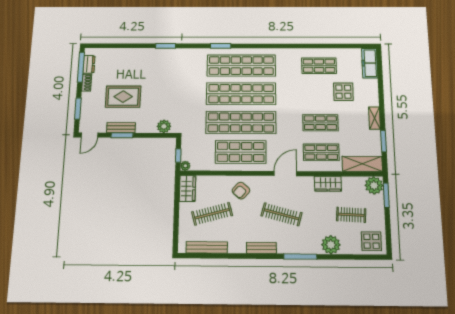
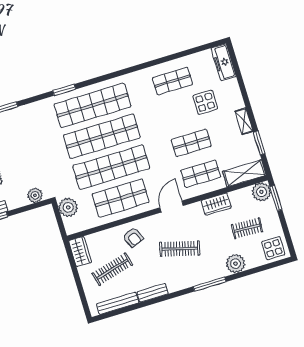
window: (178, 155) -> (60, 221), removed
plant: (185, 166) -> (68, 207), moved, width x1.87, depth x1.87
armchair: (241, 191) -> (133, 237), turned -65
bench: (261, 248) -> (153, 293), moved

